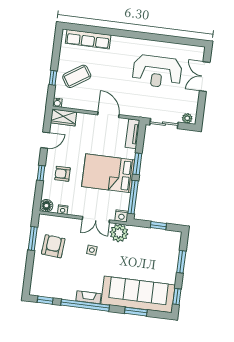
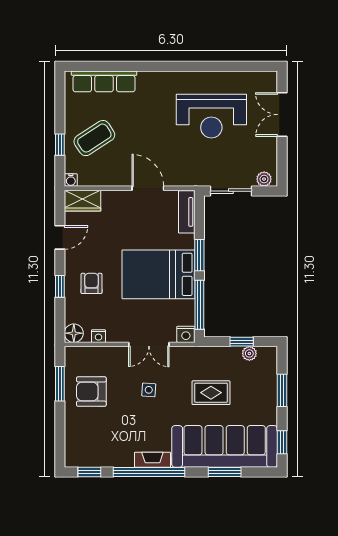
armchair: (63, 174) -> (92, 283), turned 90
plant: (119, 233) -> (249, 353), moved, width x0.53, depth x0.53
armchair: (53, 246) -> (91, 391), turned -95
rug: (133, 257) -> (211, 393), added

